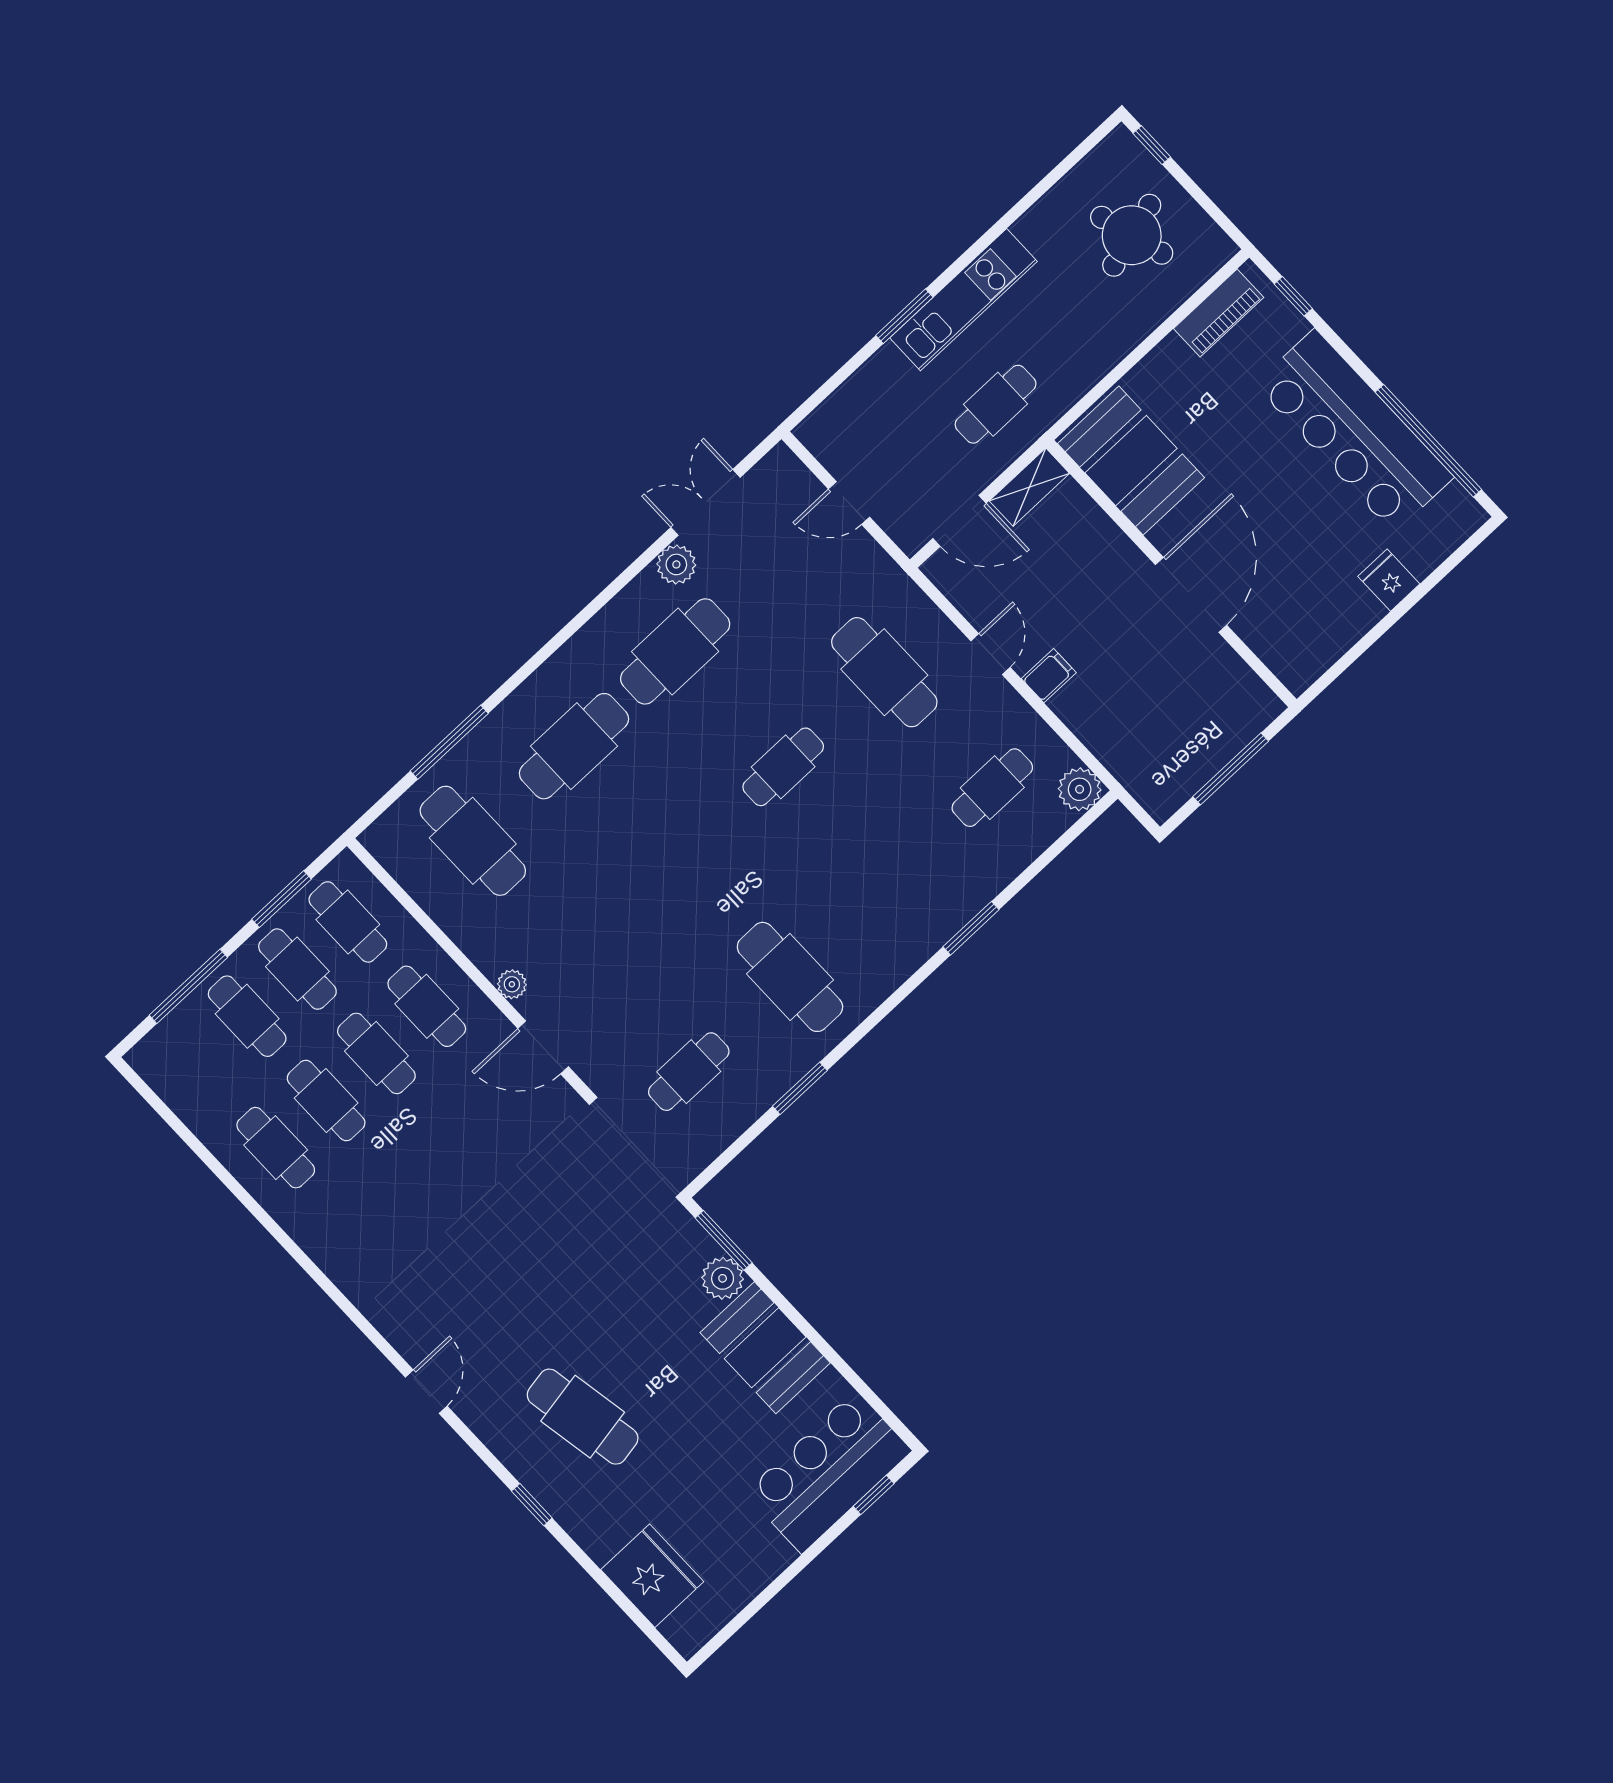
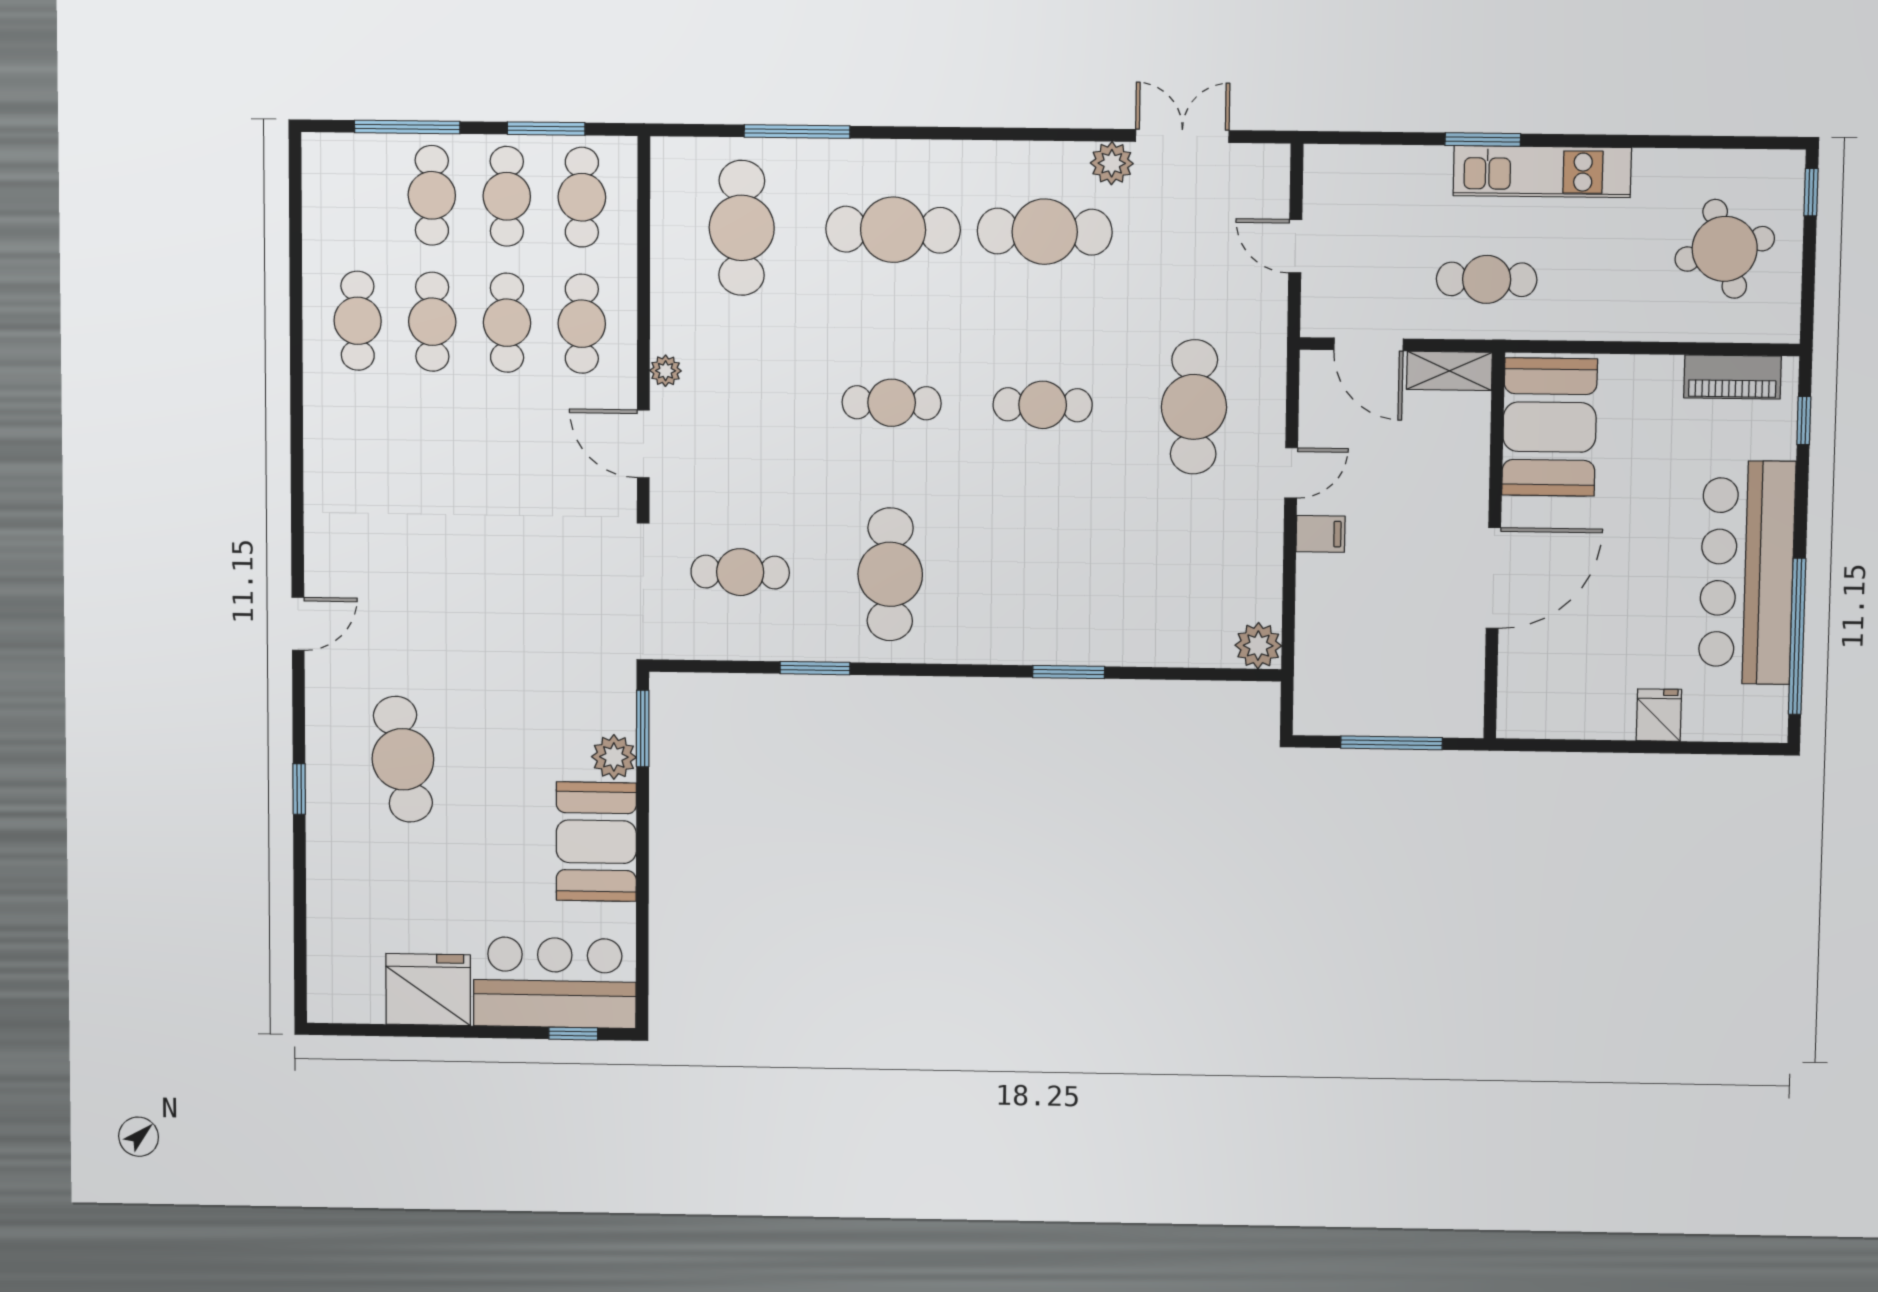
cafe table: (992, 788) -> (892, 403), moved
fridge: (652, 1576) -> (428, 990), moved, turned -90

